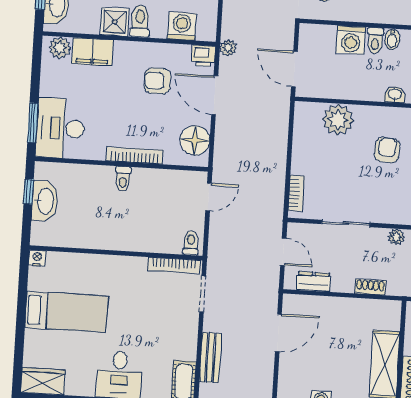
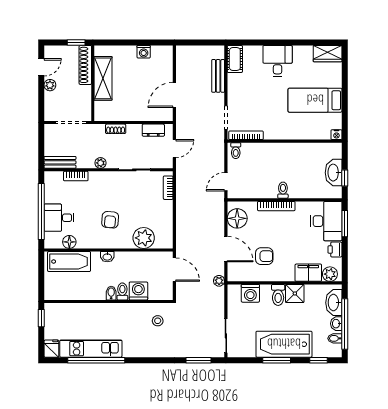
printer: (203, 56) -> (335, 250), moved, turned -90
door: (283, 252) -> (174, 149), swing flipped

